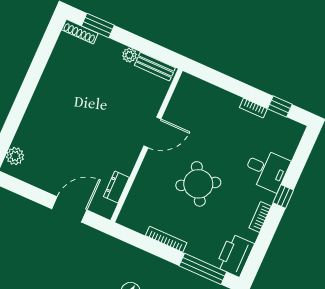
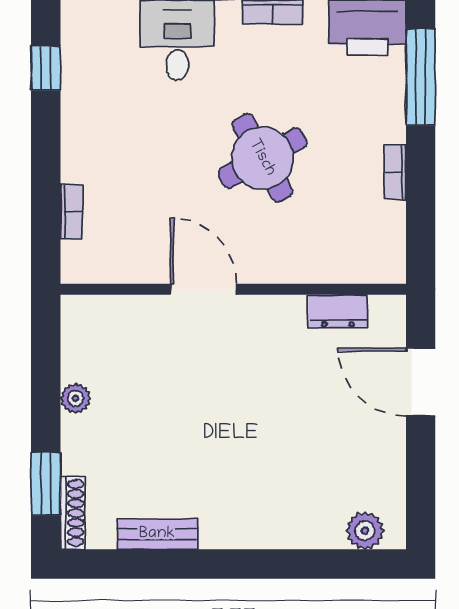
bench: (155, 67) -> (157, 534), moved, turned 90
bookcase: (253, 108) -> (71, 212), moved
bookcase: (166, 239) -> (395, 172), width x0.64

